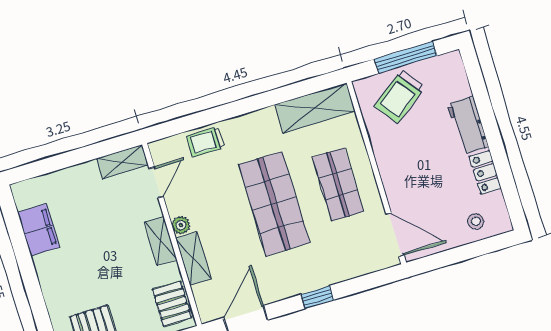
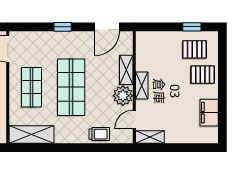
plant: (181, 225) -> (123, 96), width x1.87, depth x1.87
pallet: (172, 304) -> (203, 75), moved, turned 90

